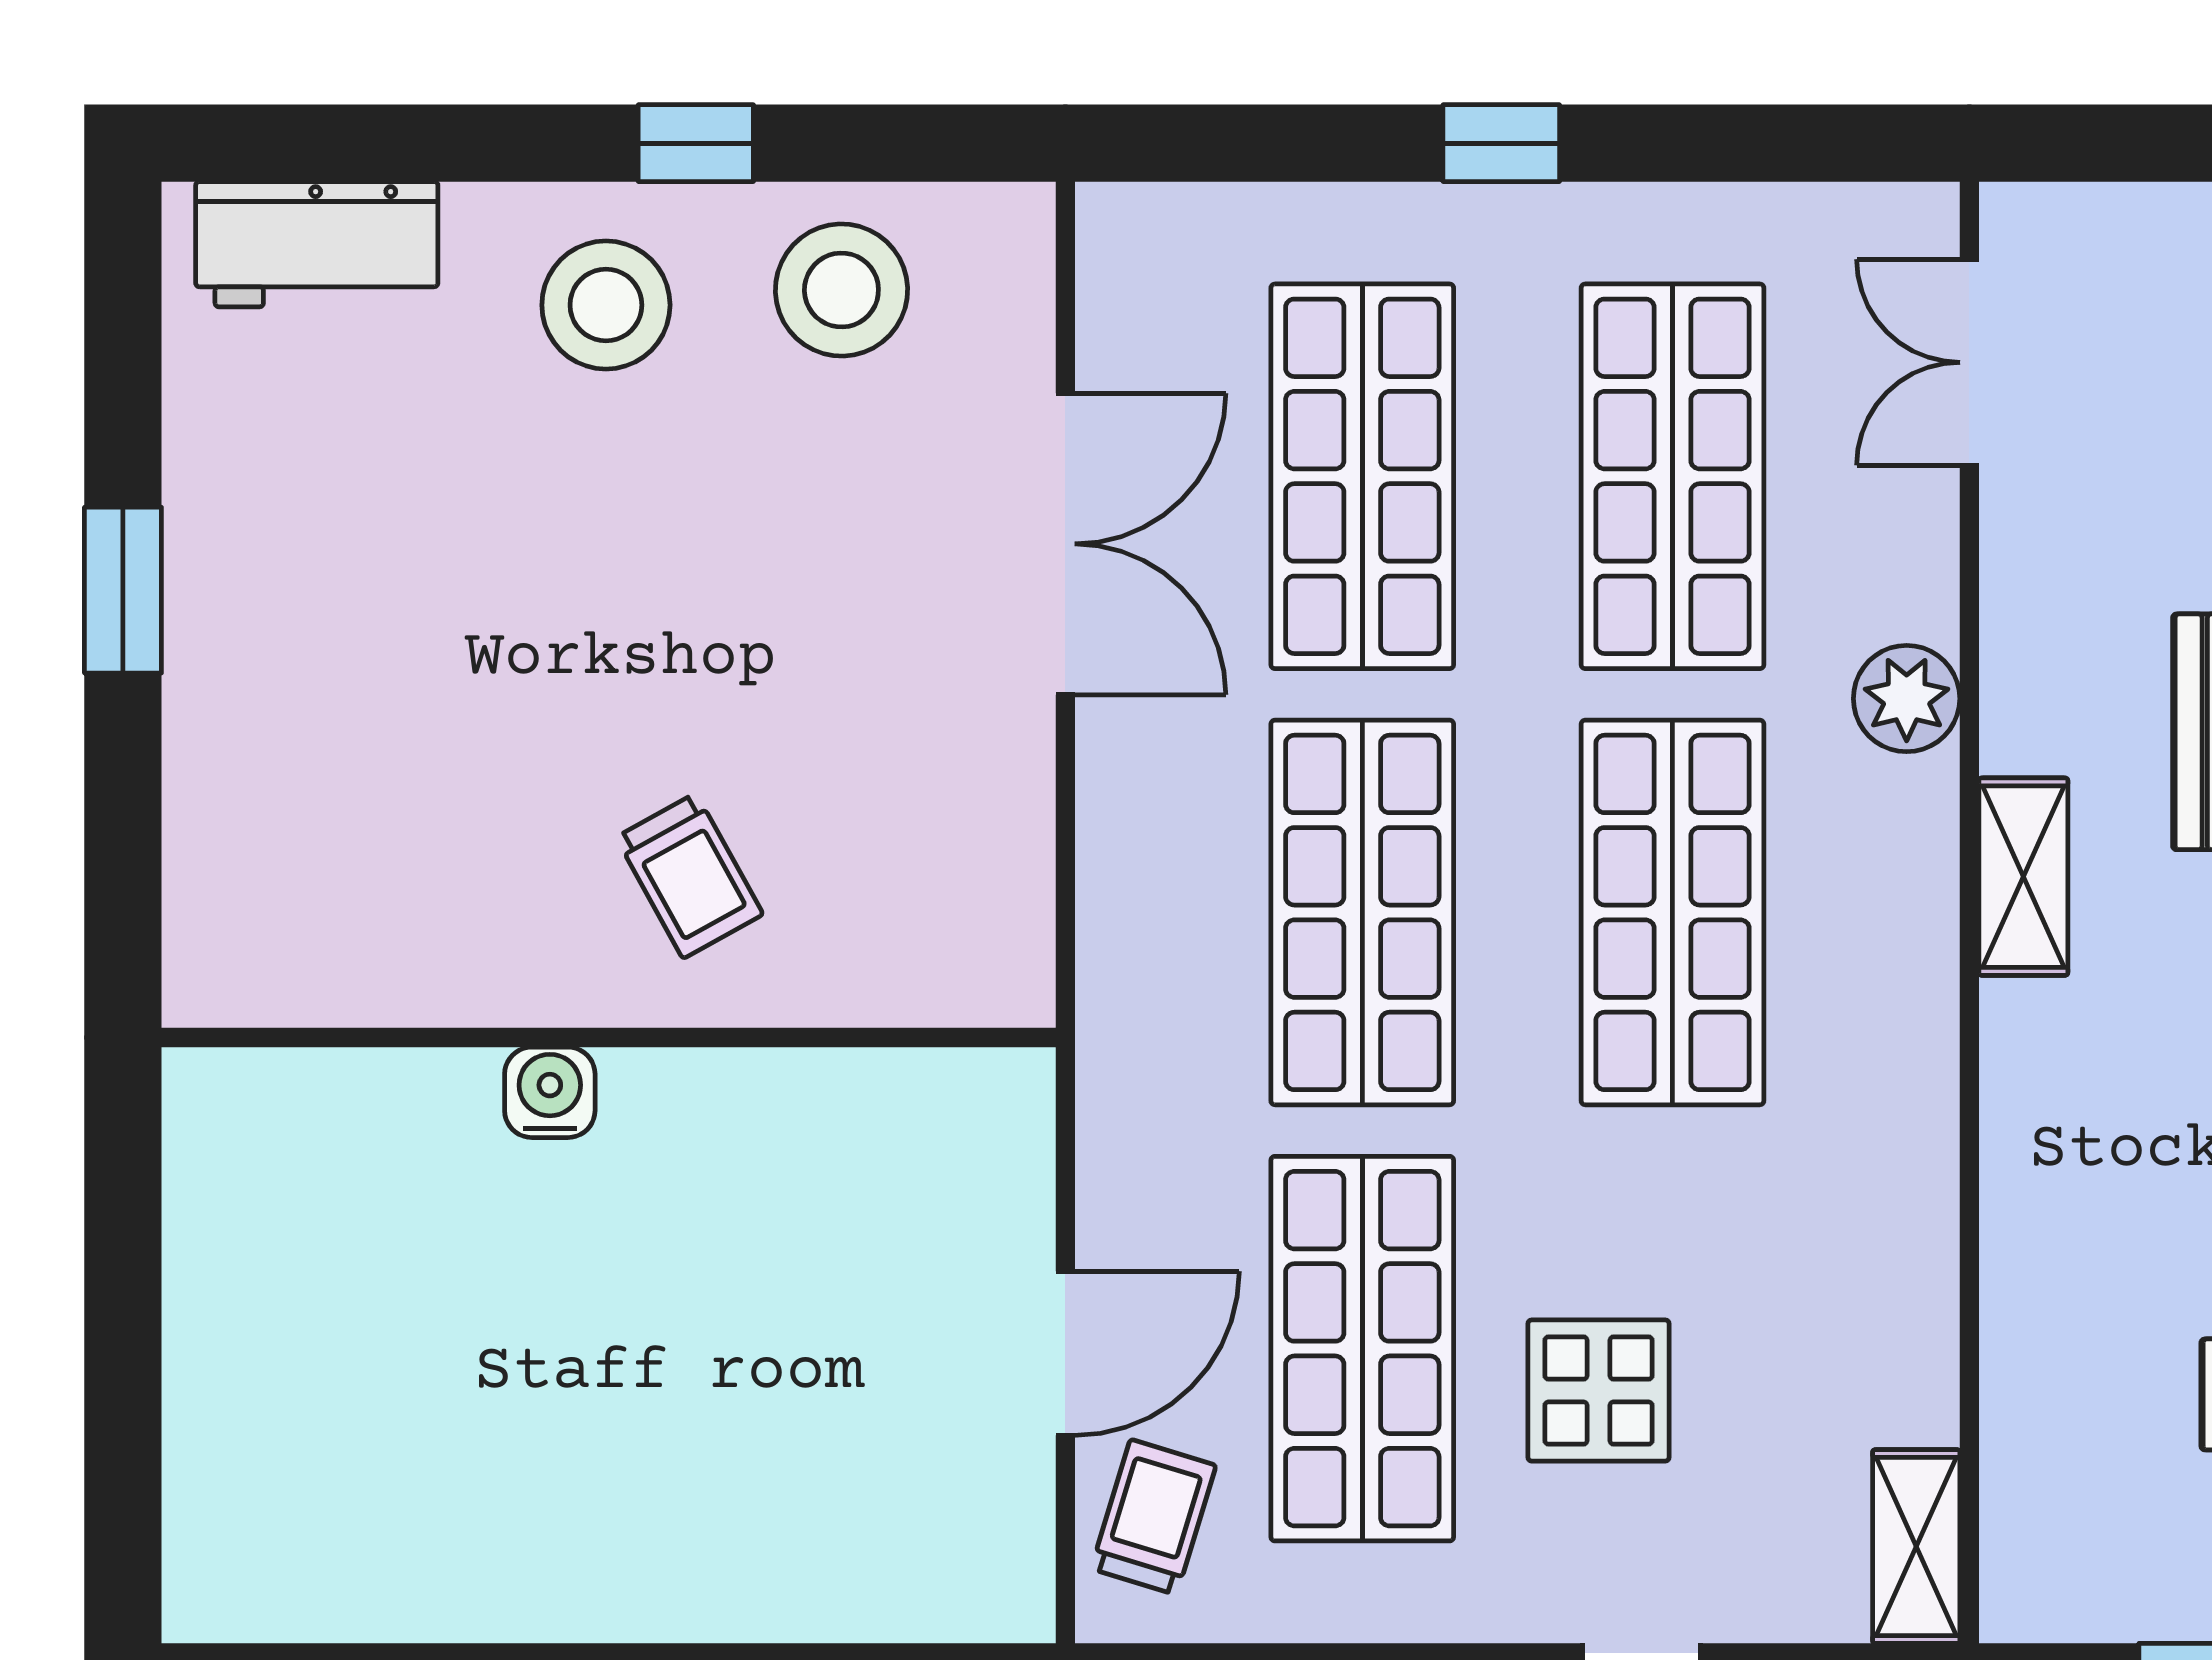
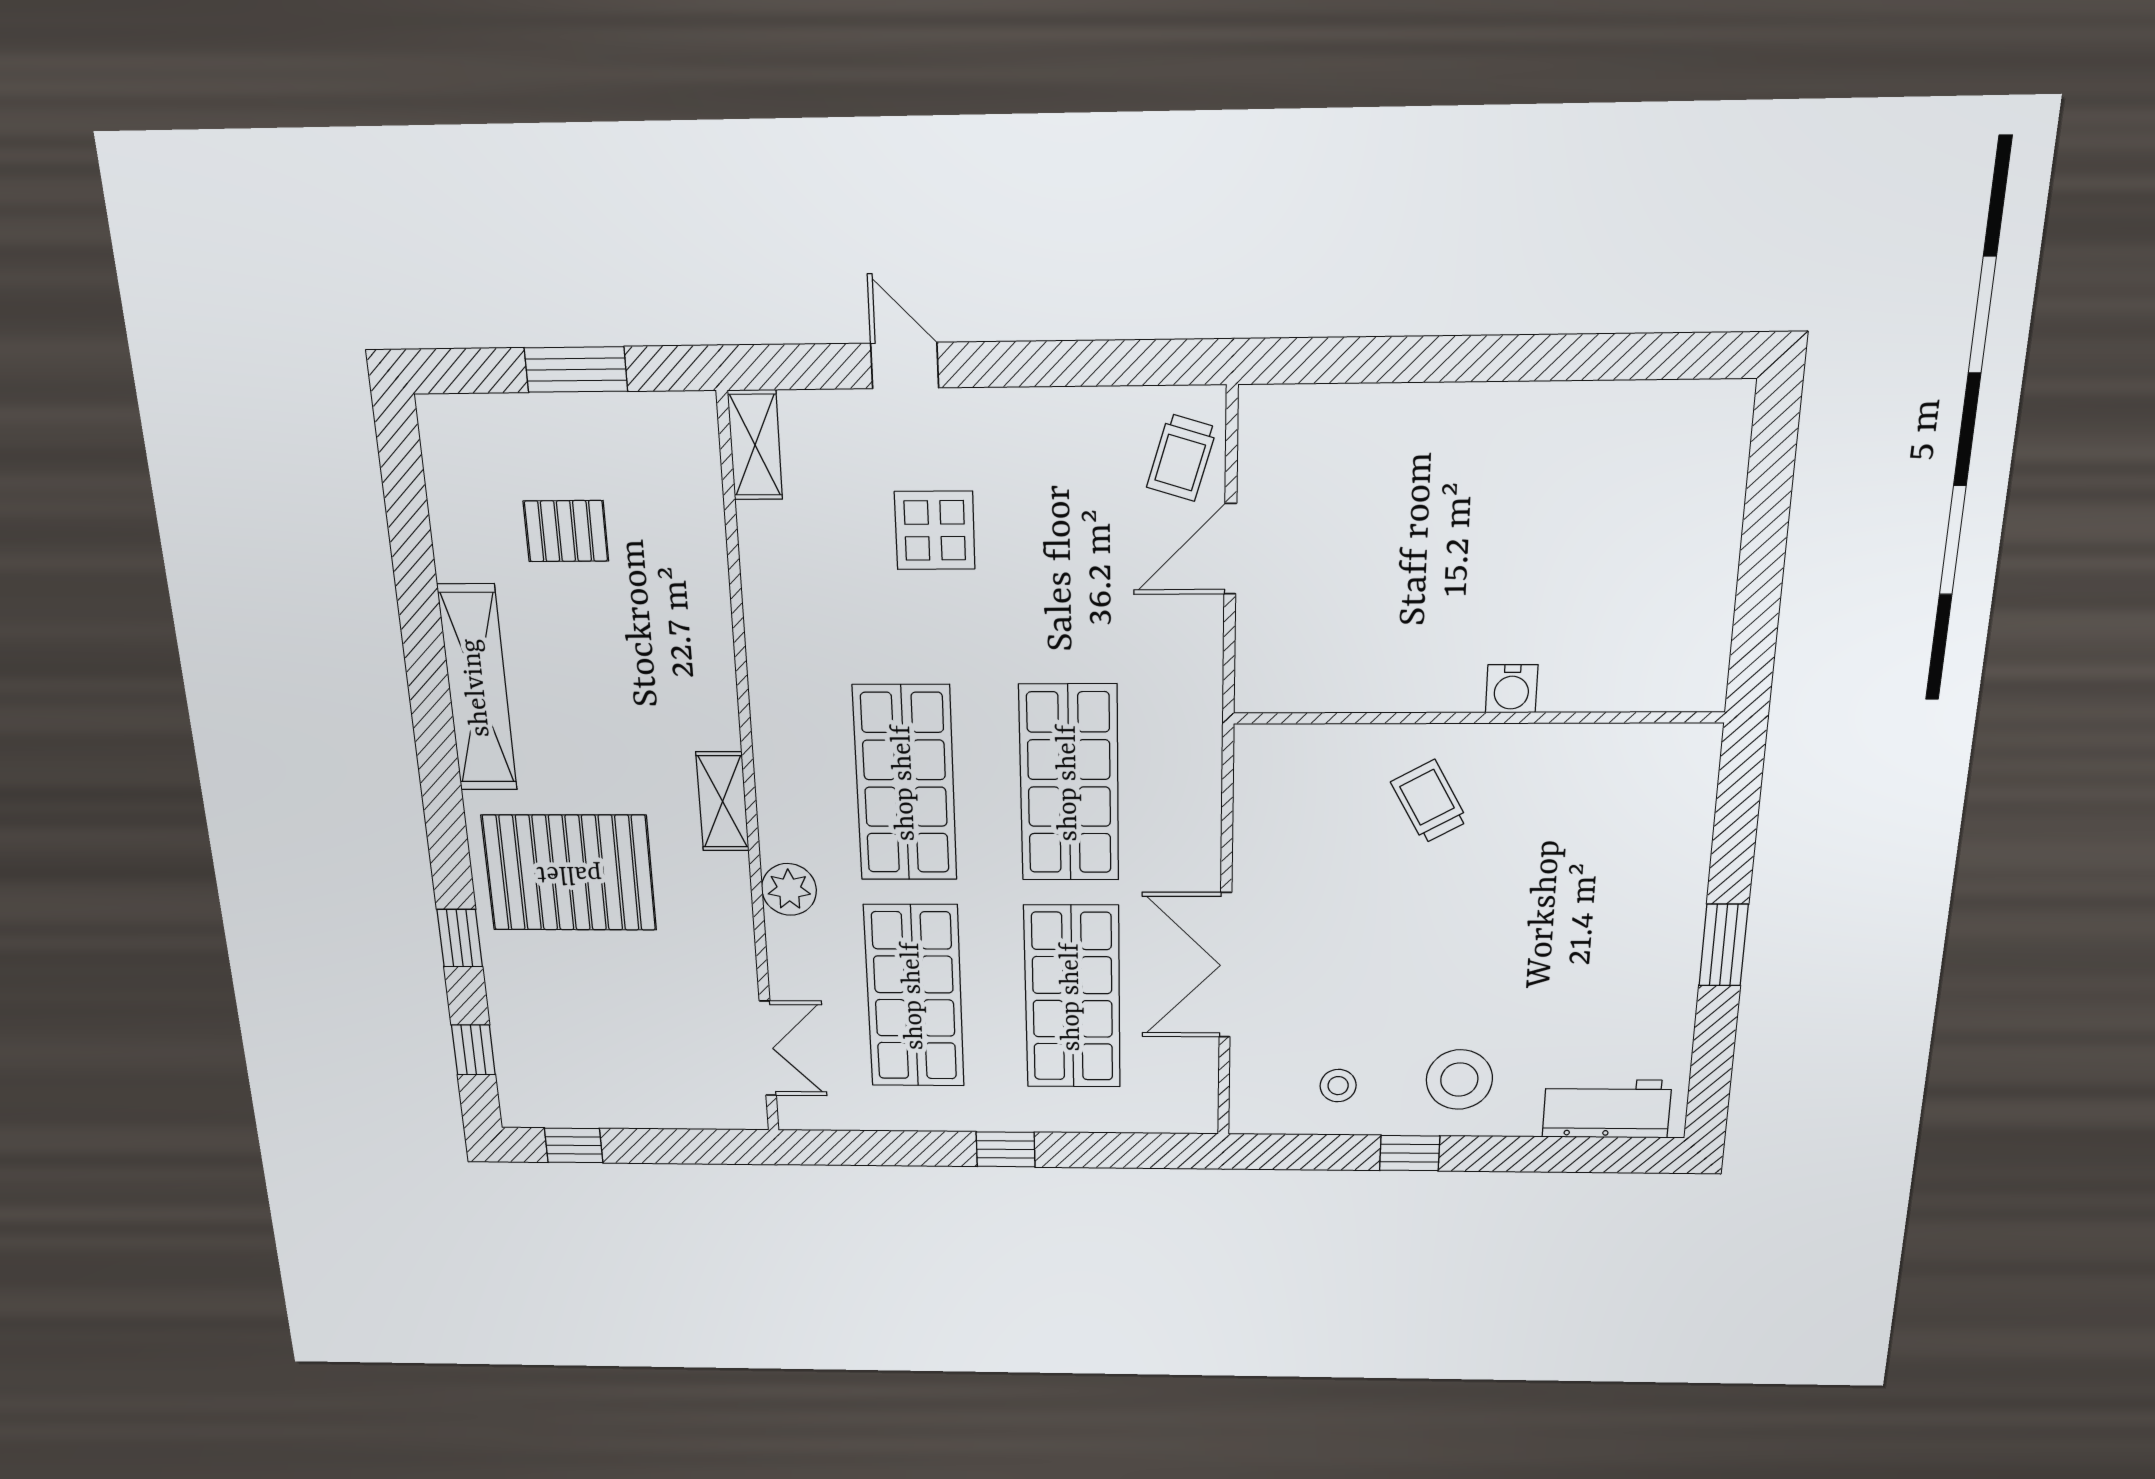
stool: (841, 290) -> (1338, 1086), width x0.53, depth x0.53
shop shelf: (1362, 1349) -> (1066, 553), removed

